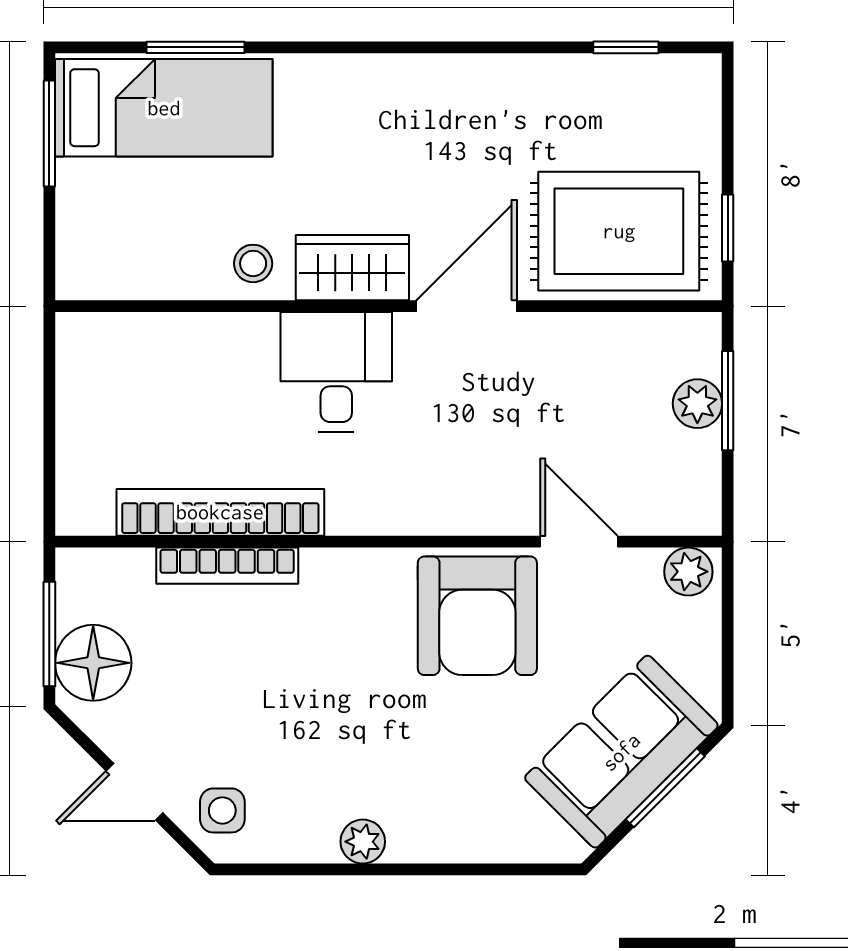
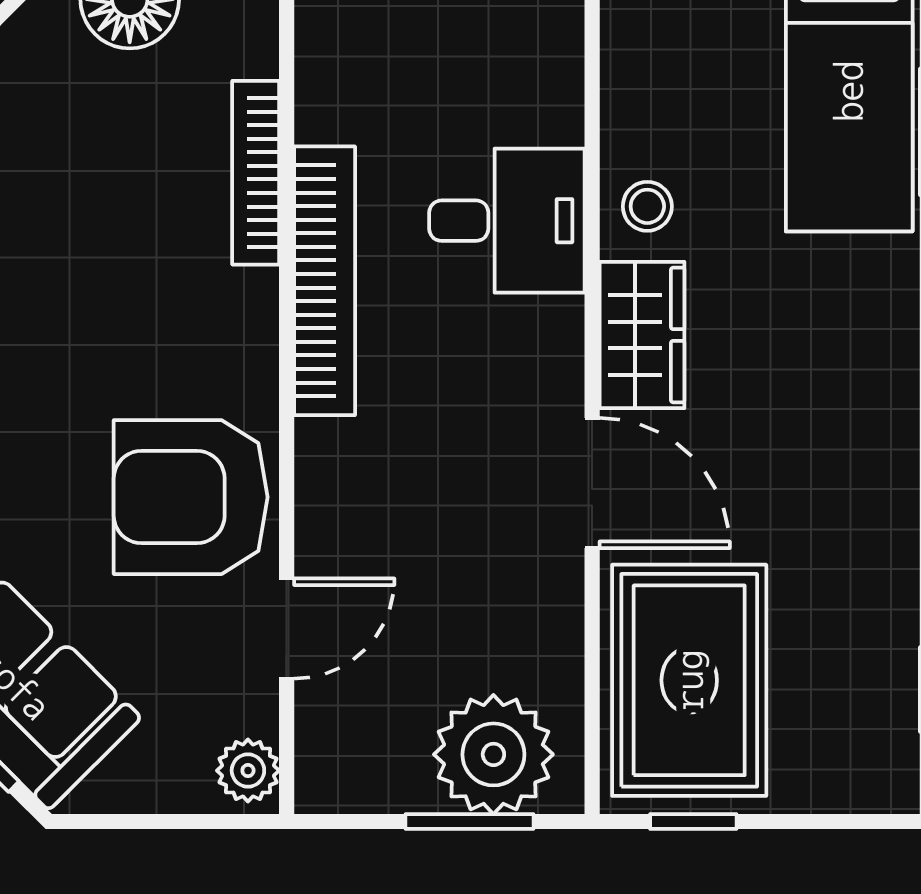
desk: (336, 372) -> (507, 221), moved
plant: (697, 404) -> (493, 754), width x1.87, depth x1.87
bookcase: (220, 512) -> (325, 281), moved

